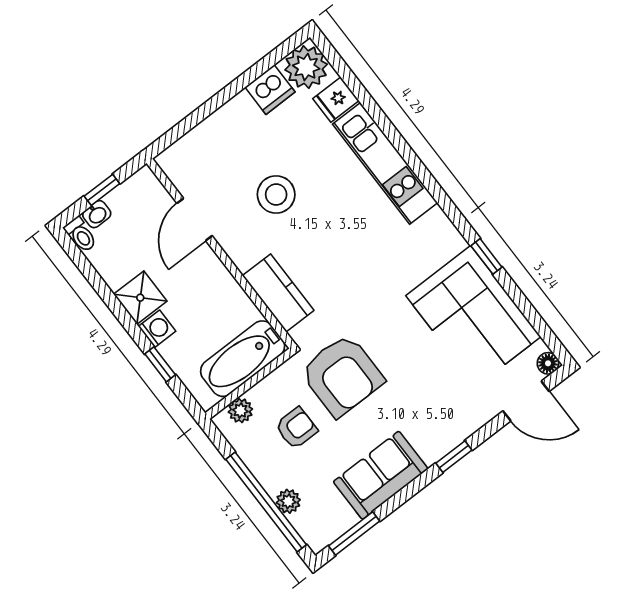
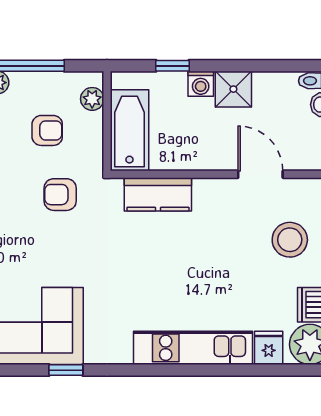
stool: (276, 195) -> (290, 240), moved
armchair: (342, 375) -> (60, 195), width x0.53, depth x0.53
armchair: (296, 428) -> (47, 130), turned -90

